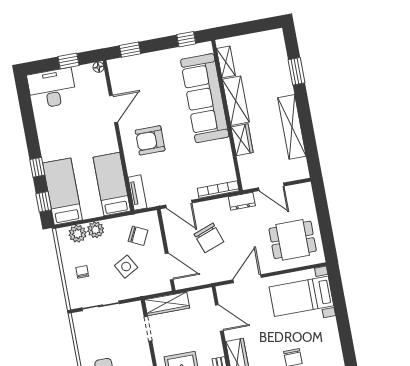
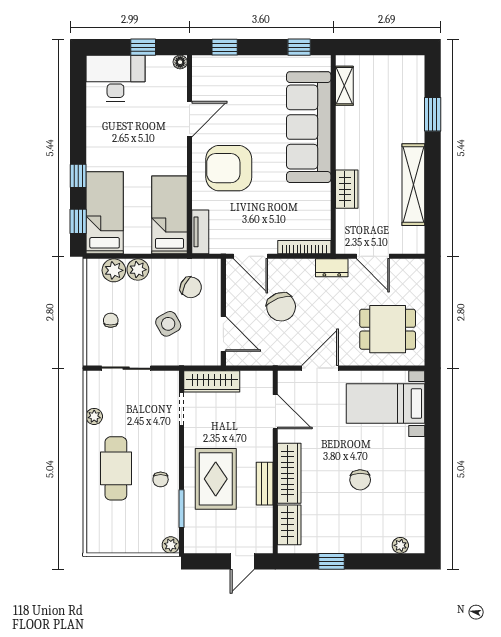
shelving: (236, 101) -> (348, 138), removed
armchair: (150, 140) -> (229, 168), width x1.36, depth x1.36
plant: (83, 347) -> (94, 416), added

